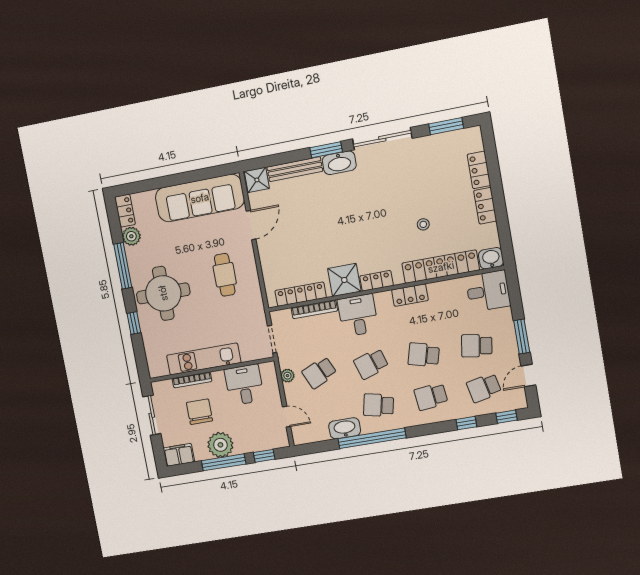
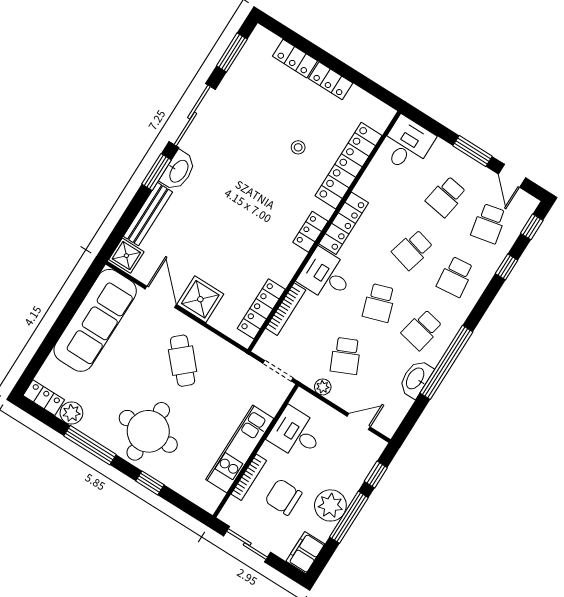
washbasin: (491, 258) -> (381, 116), removed
cafe table: (225, 275) -> (183, 361), turned 48
shower: (344, 280) -> (200, 299), moved
locker: (410, 295) -> (344, 223), width x1.53

